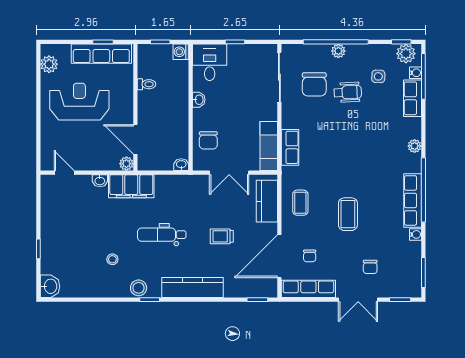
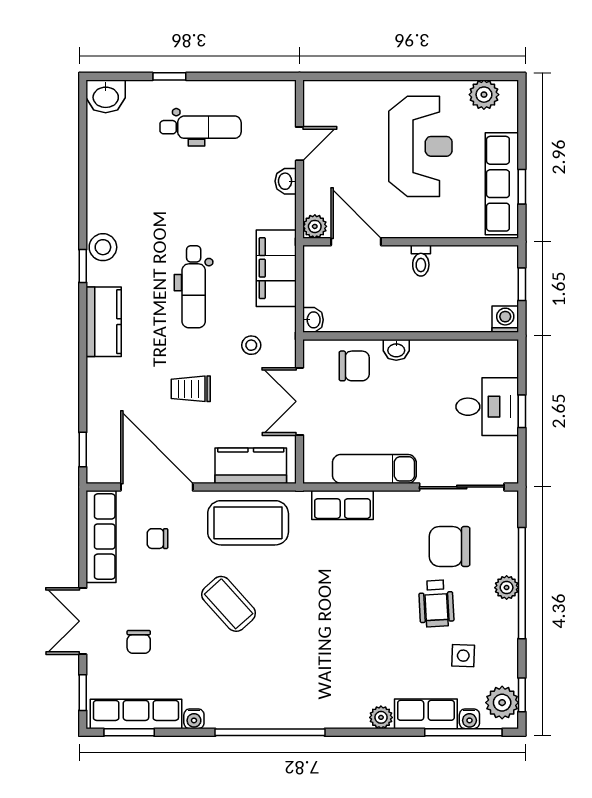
desk: (210, 62) -> (487, 407), moved
toilet: (146, 84) -> (421, 261), moved
washbasin: (199, 100) -> (396, 350), moved
door: (135, 139) -> (356, 242), hinge flipped
chair: (208, 140) -> (354, 366), turned 180
exam couch: (269, 146) -> (374, 469), moved
plant: (415, 146) -> (381, 717), moved
door: (64, 173) -> (299, 144), moved
filing cabinet: (131, 186) -> (276, 268), moved
row of seats: (413, 200) -> (136, 714), moved
coffee table: (300, 203) -> (248, 523), width x1.86, depth x1.72
coffee table: (348, 214) -> (229, 604), turned 48
dental chair: (68, 231) -> (201, 127), added
dental chair: (162, 235) -> (194, 287), turned 180
trolley: (222, 236) -> (191, 389), turned -90
stool: (112, 259) -> (251, 345), moved
chair: (370, 267) -> (139, 642), turned -90
kitchen counter: (193, 287) -> (104, 322), width x0.67

